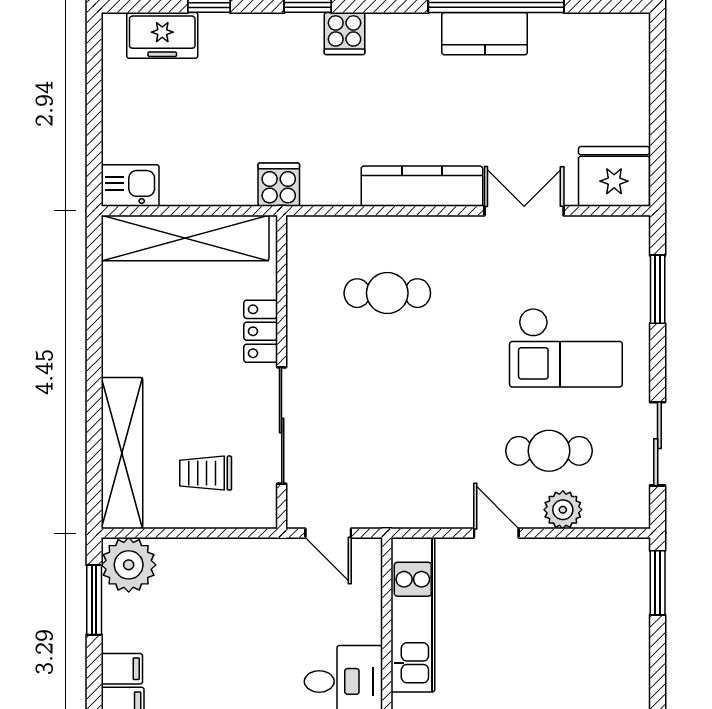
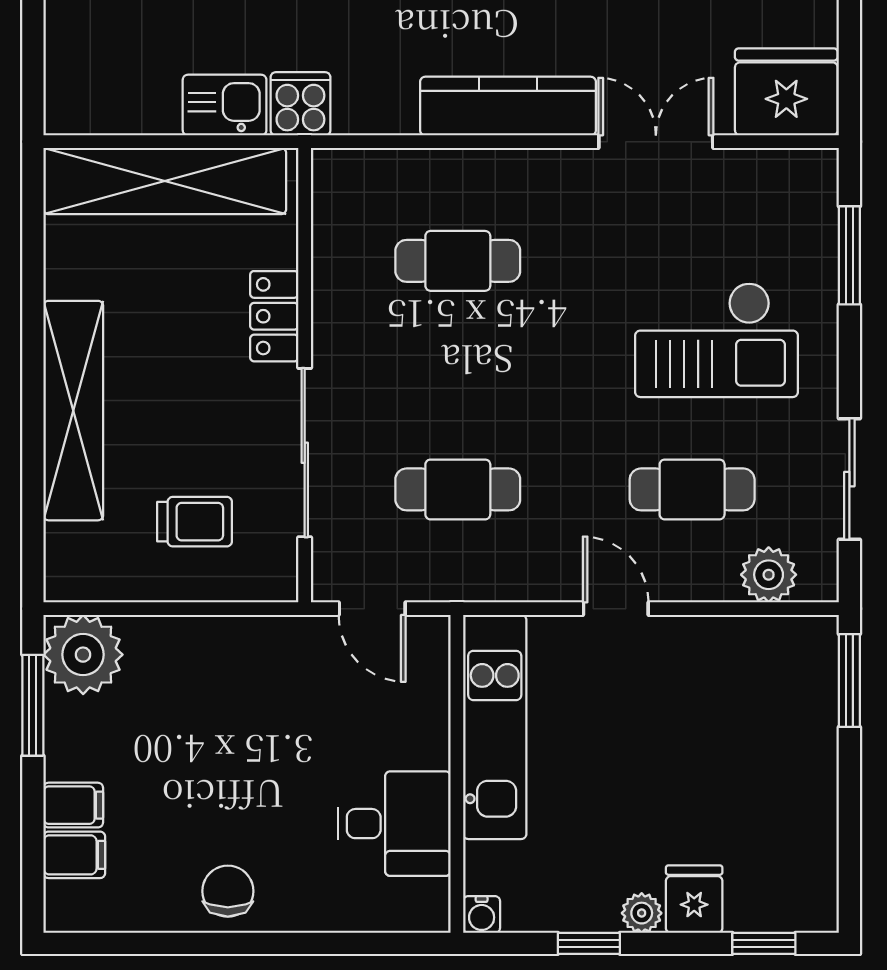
kitchen sink: (130, 186) -> (225, 105), moved
cafe table: (387, 451) -> (458, 489), added
shelving: (122, 453) -> (73, 411), moved
trolley: (206, 473) -> (195, 522), turned 180
plant: (563, 510) -> (769, 575), moved

